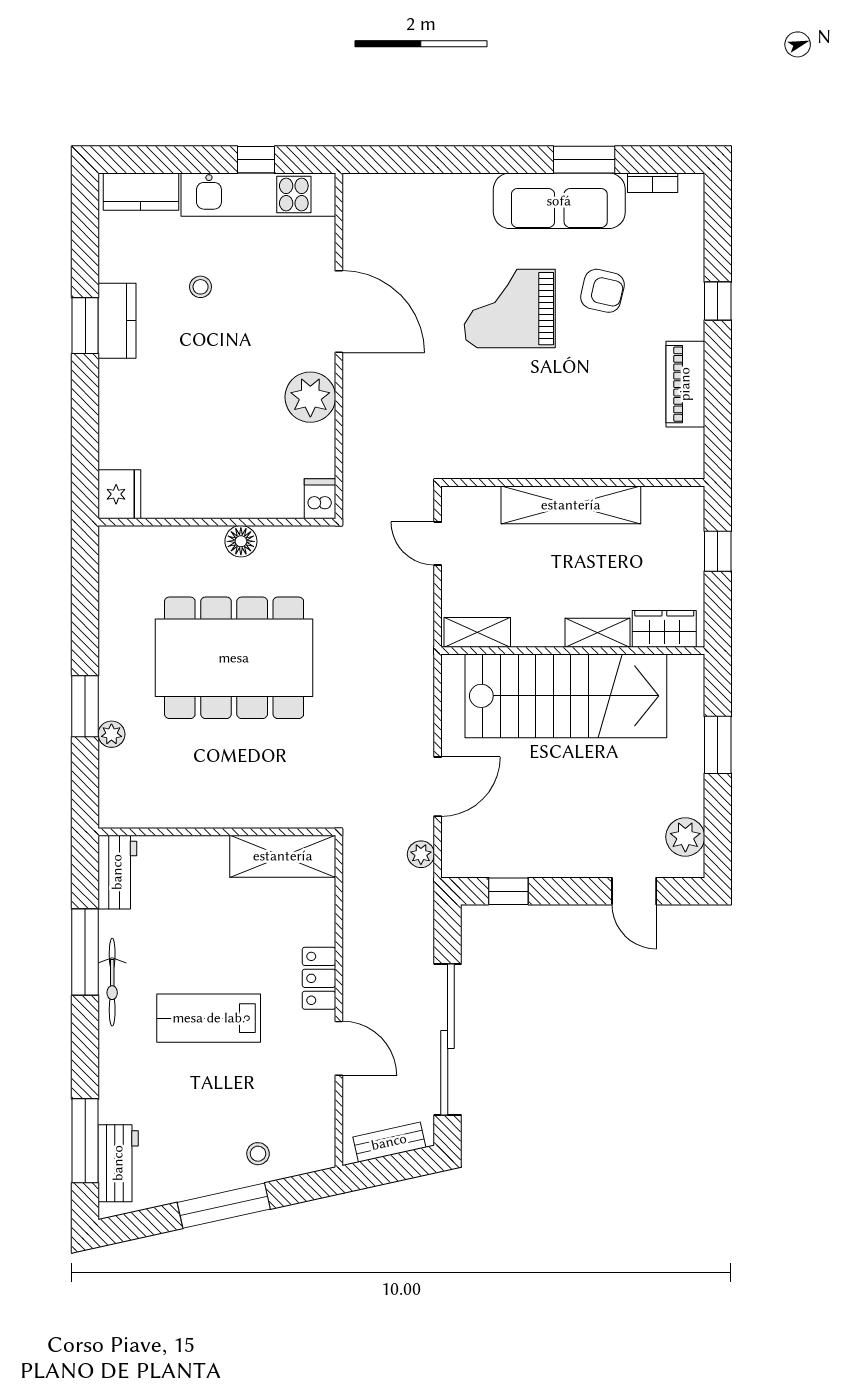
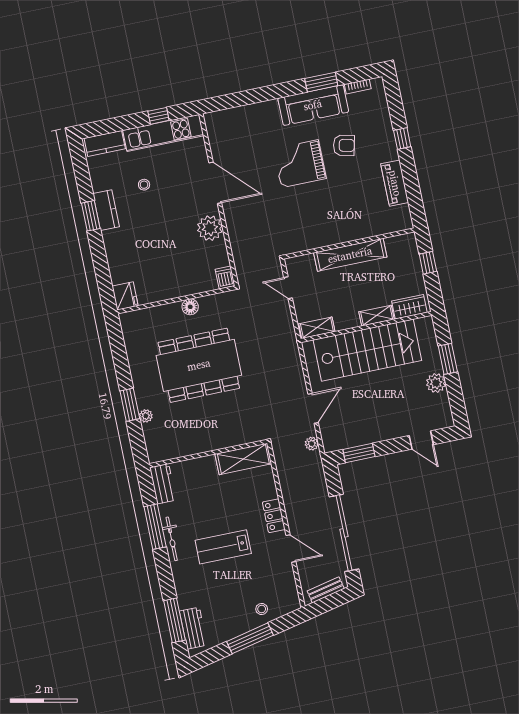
plant: (685, 837) -> (436, 383), moved
window: (508, 891) -> (359, 453), width x1.50

